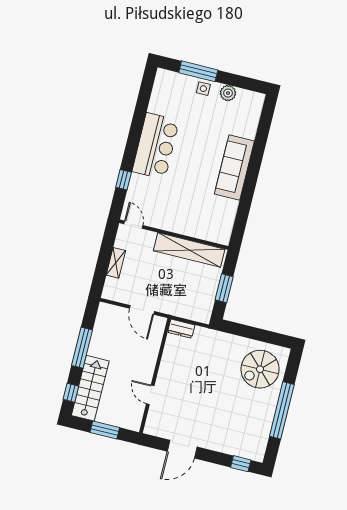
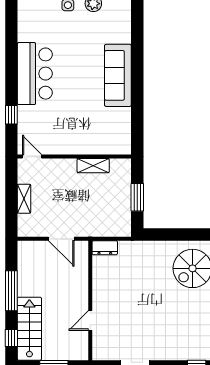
shelving: (189, 250) -> (93, 166), width x0.45, depth x0.75
door: (150, 395) -> (90, 321), hinge flipped

